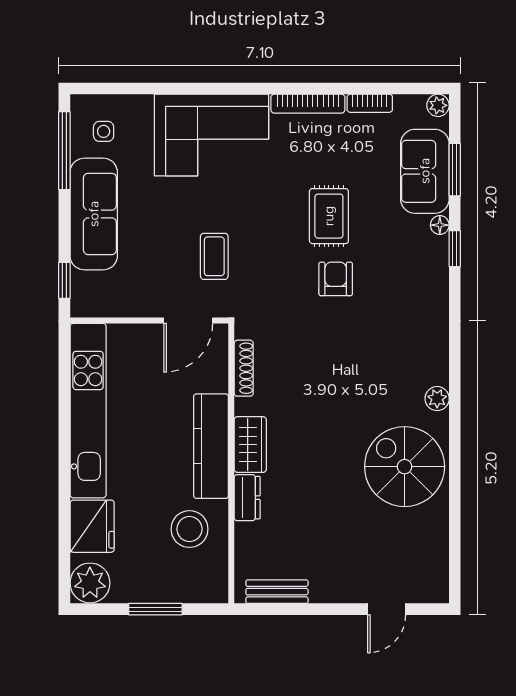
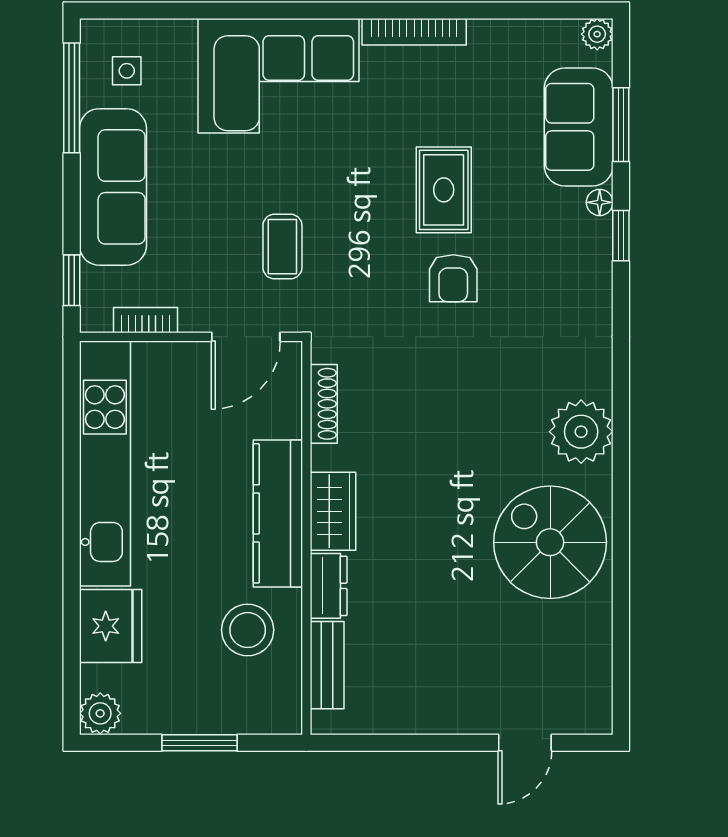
bookcase: (370, 103) -> (145, 320), moved, turned 180
armchair: (336, 279) -> (453, 278), turned 180
plant: (437, 399) -> (581, 432), width x1.88, depth x1.88
plant: (90, 583) -> (100, 713), width x0.73, depth x0.73
bench: (277, 592) -> (327, 665), moved, turned 90

